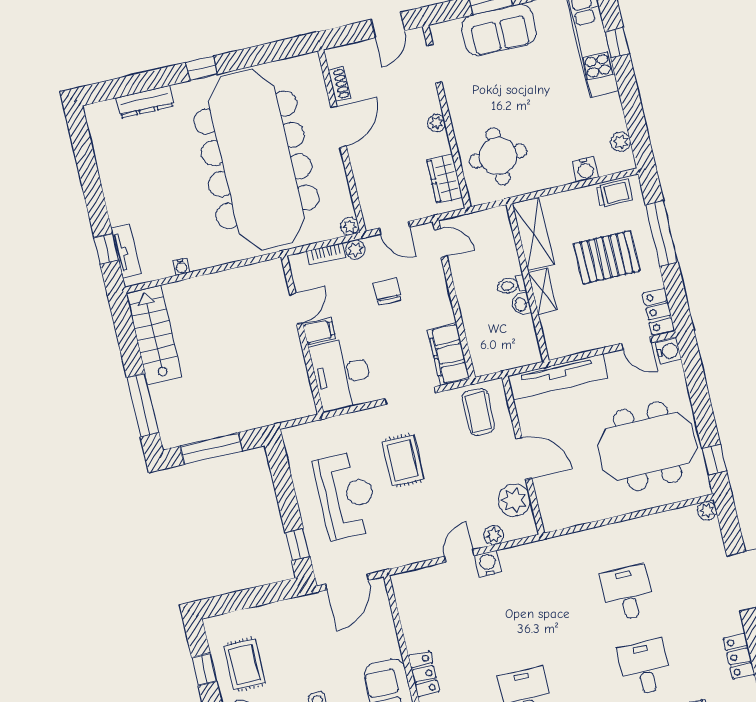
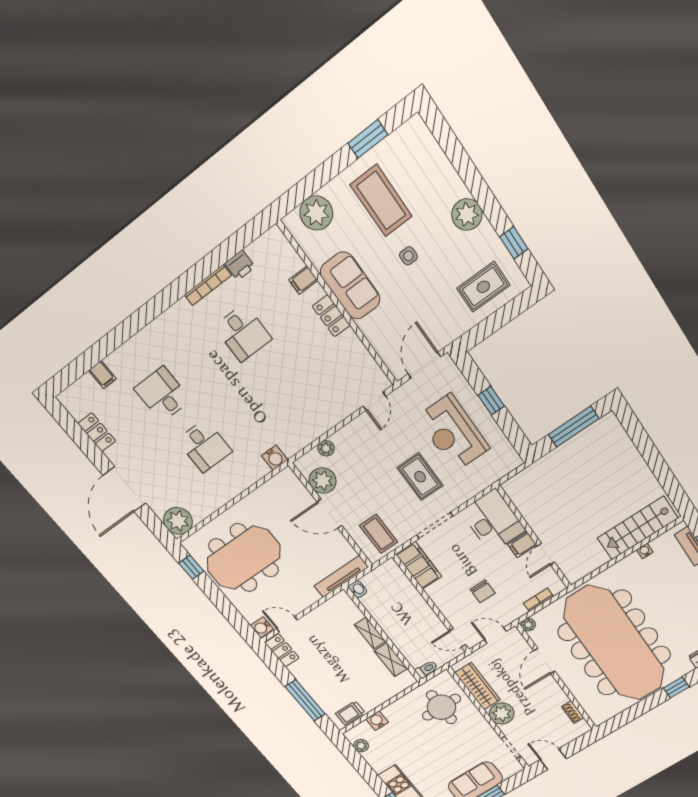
door: (388, 25) -> (553, 759), hinge flipped
plant: (436, 123) -> (502, 713), width x1.88, depth x1.88
door: (338, 127) -> (544, 661), moved
wardrobe: (445, 179) -> (478, 686), width x1.50
shelving: (533, 234) -> (391, 660), width x0.67, depth x0.75
plant: (355, 249) -> (518, 611), removed
pallet: (607, 257) -> (335, 672), removed
toilet: (511, 285) -> (426, 669), moved
washbasin: (521, 304) -> (358, 589), moved
stairs: (154, 335) -> (638, 528), moved, turned 90
tv unit: (558, 377) -> (341, 576), width x0.73, depth x0.78
window: (143, 405) -> (640, 438), removed
plant: (707, 511) -> (178, 521), width x1.88, depth x1.88
window: (297, 545) -> (491, 401), moved
door: (459, 556) -> (374, 401), moved
water cooler: (488, 564) -> (275, 458), moved
rug: (245, 665) -> (483, 287), moved, turned 90
desk: (645, 667) -> (162, 394), turned 180

